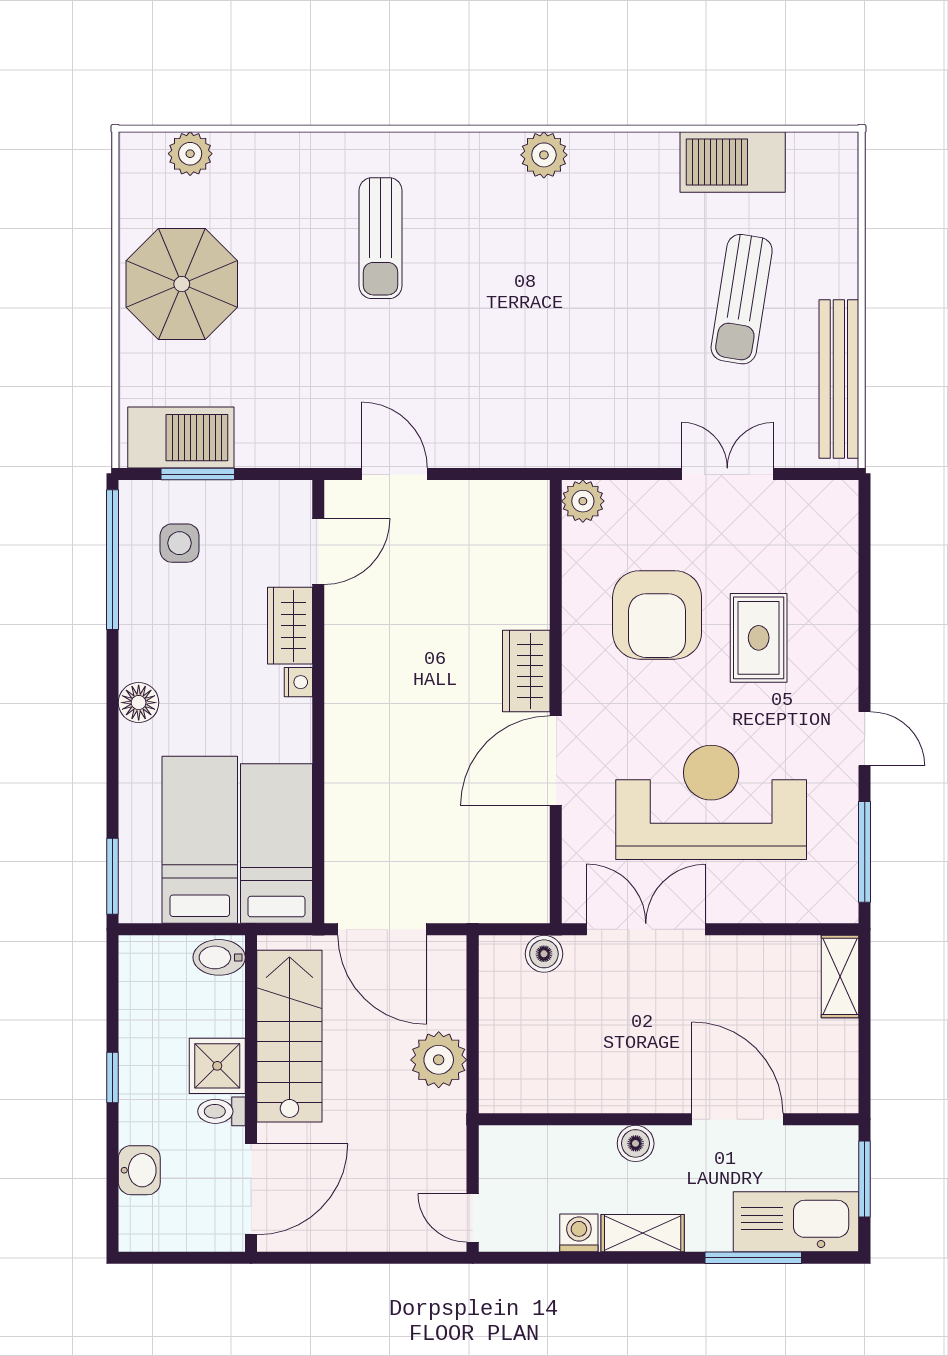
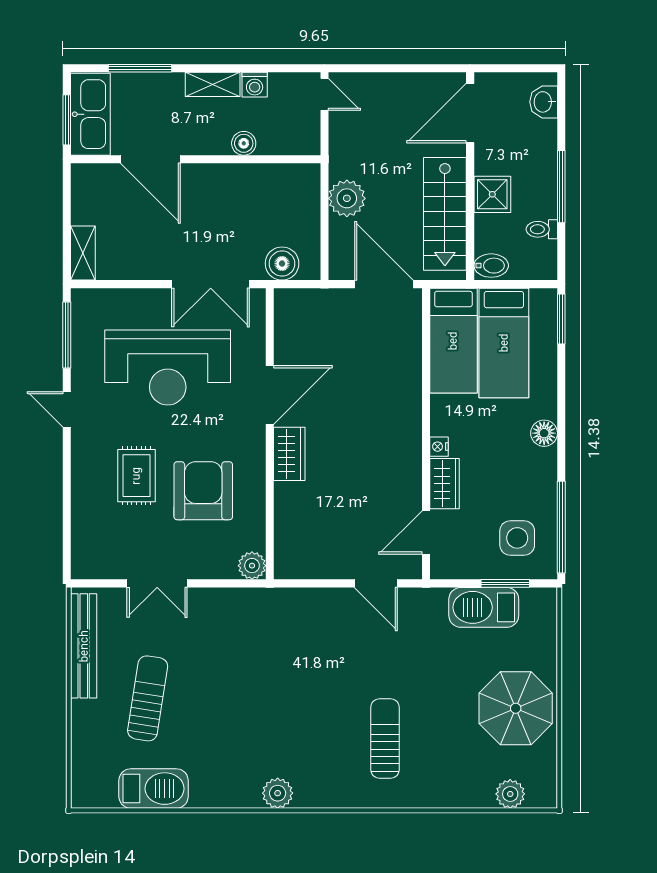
barbecue: (181, 438) -> (484, 607), moved
side table: (180, 543) -> (517, 538), width x1.37, depth x1.37
boiler: (544, 954) -> (282, 264), width x1.36, depth x1.36
window: (112, 1078) -> (561, 187), width x2.17
toilet: (221, 1111) -> (542, 229), moved, turned 180
boiler: (636, 1143) -> (244, 143), moved
washbasin: (139, 1170) -> (544, 102), moved
kitchen sink: (796, 1222) -> (90, 114), moved, turned -90

